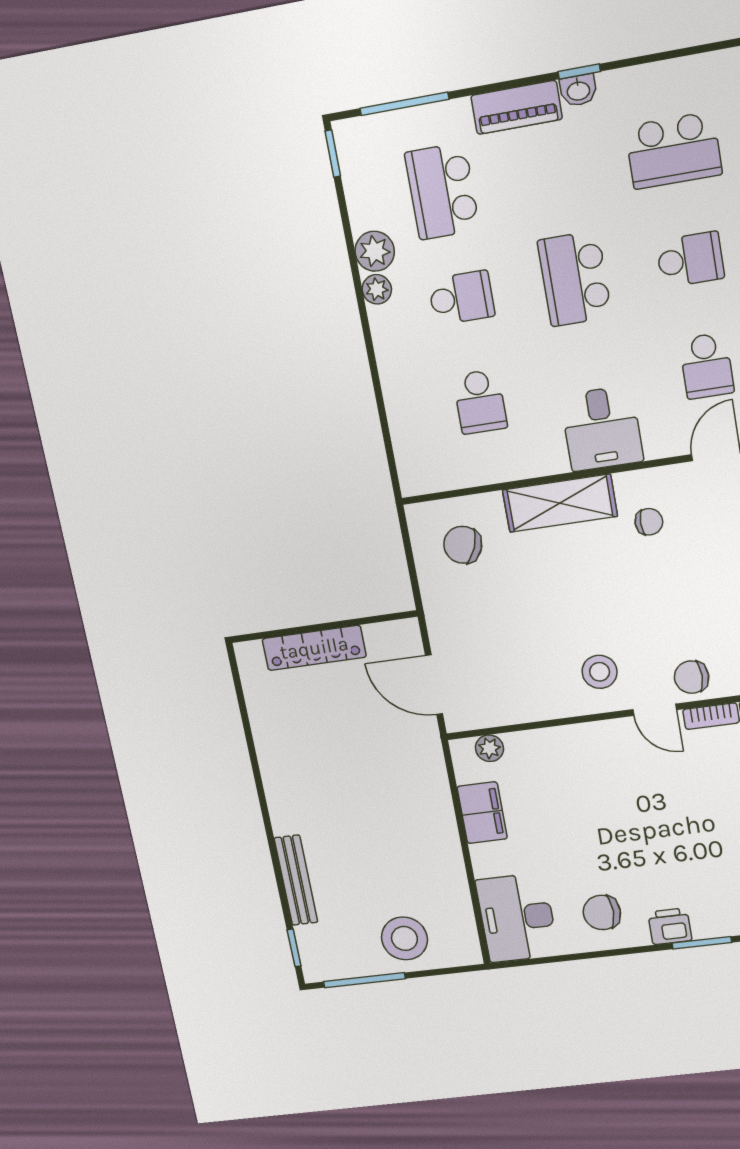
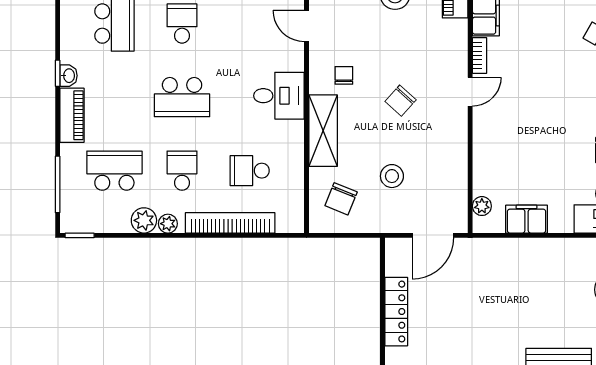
school desk: (442, 191) -> (114, 171), turned 180
school desk: (706, 366) -> (250, 24), removed
bookcase: (396, 385) -> (230, 223), added
school desk: (480, 402) -> (250, 171), turned 180
stool: (600, 672) -> (392, 176), moved
chair: (692, 677) -> (401, 101), moved, turned 42

